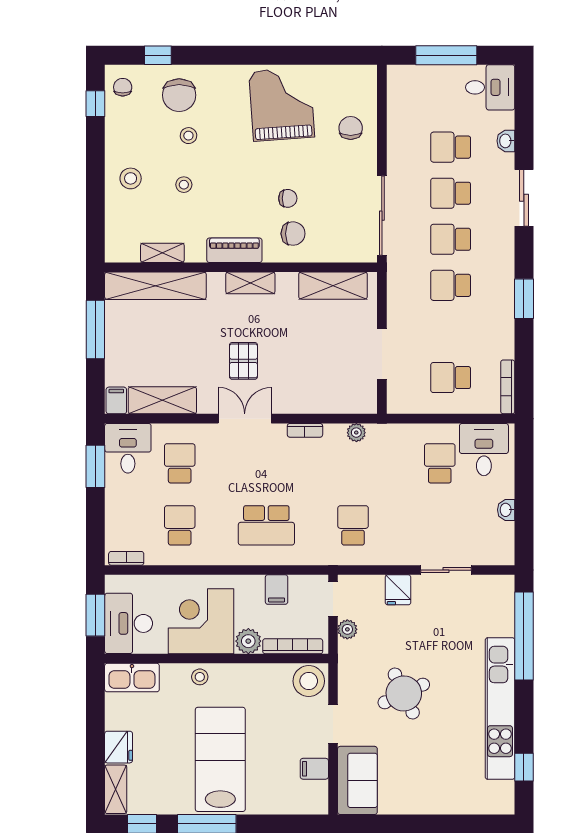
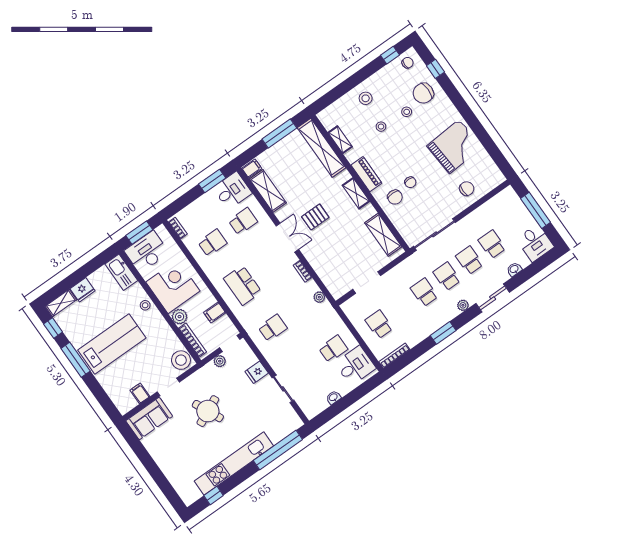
plant: (506, 245) -> (463, 305), added

